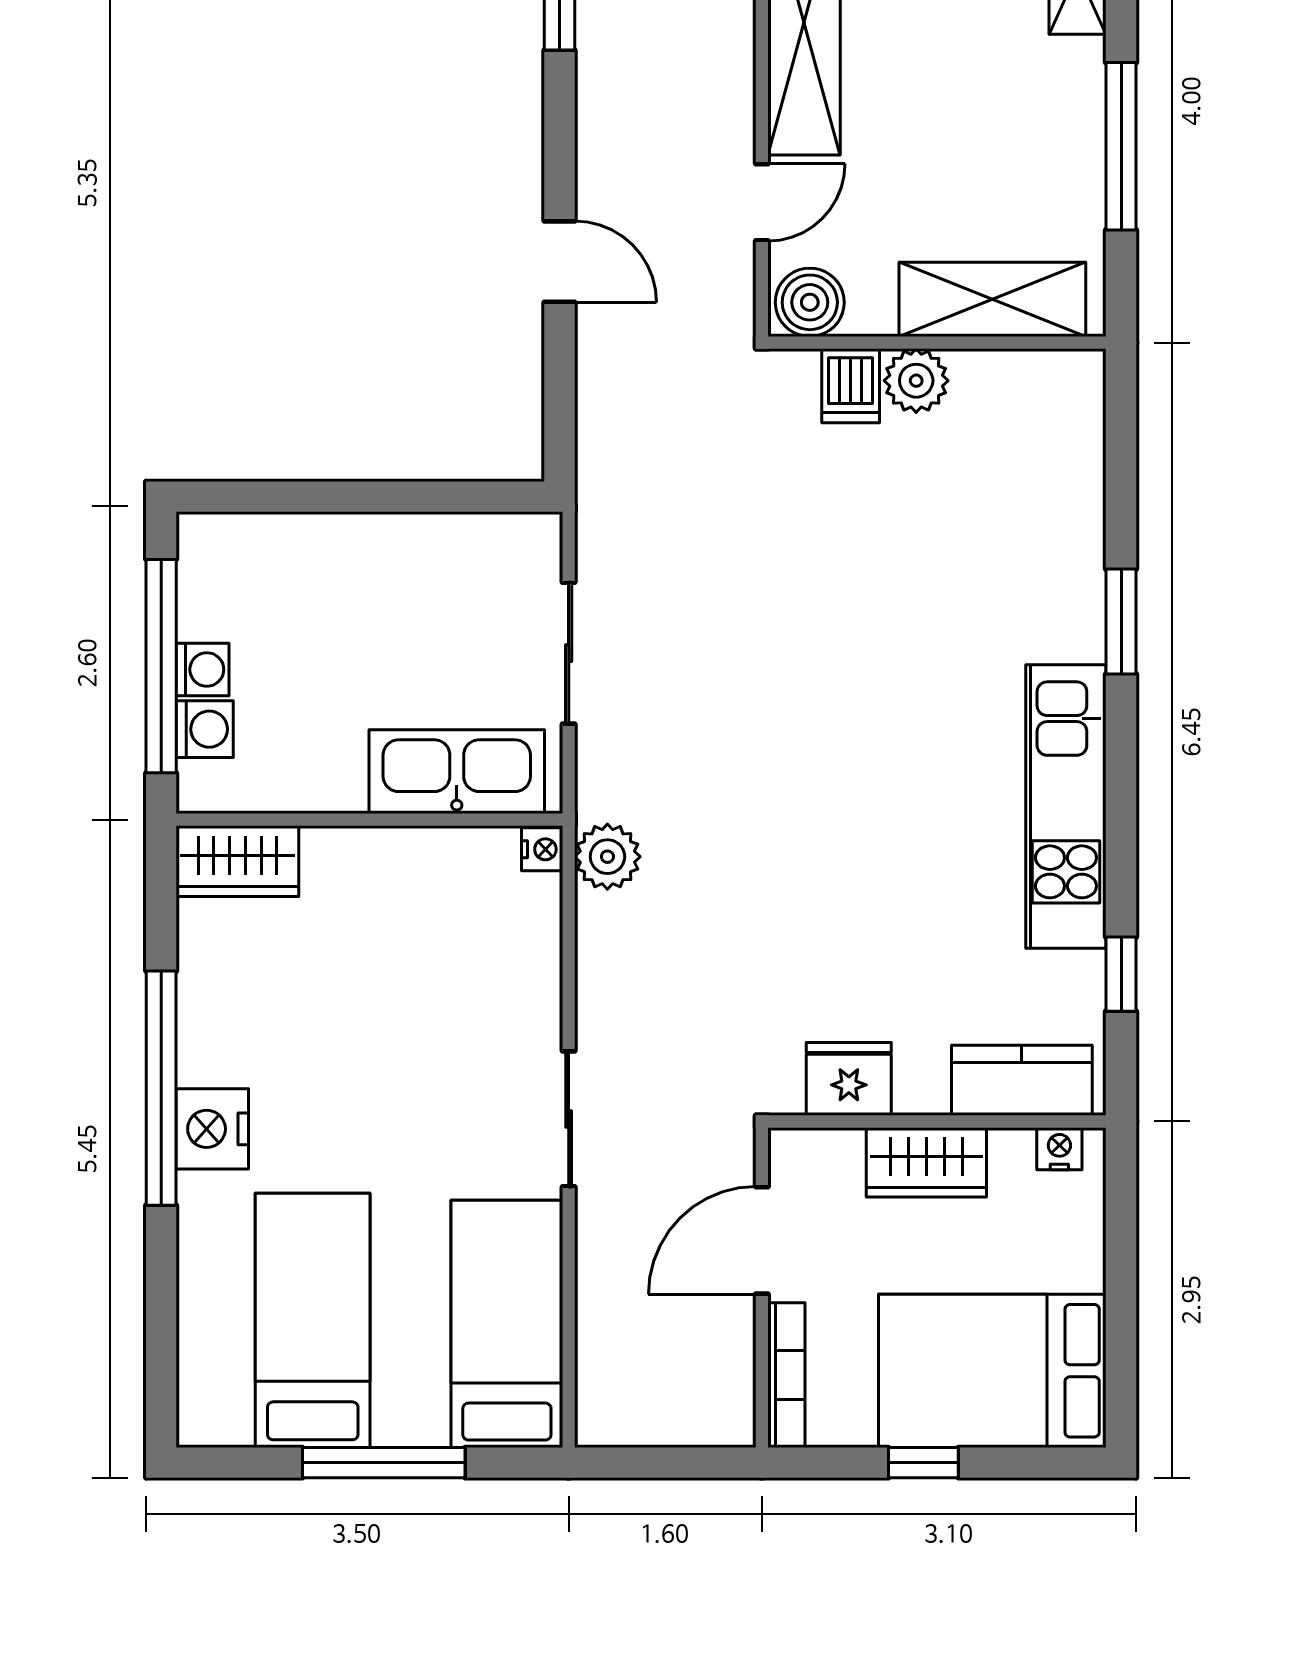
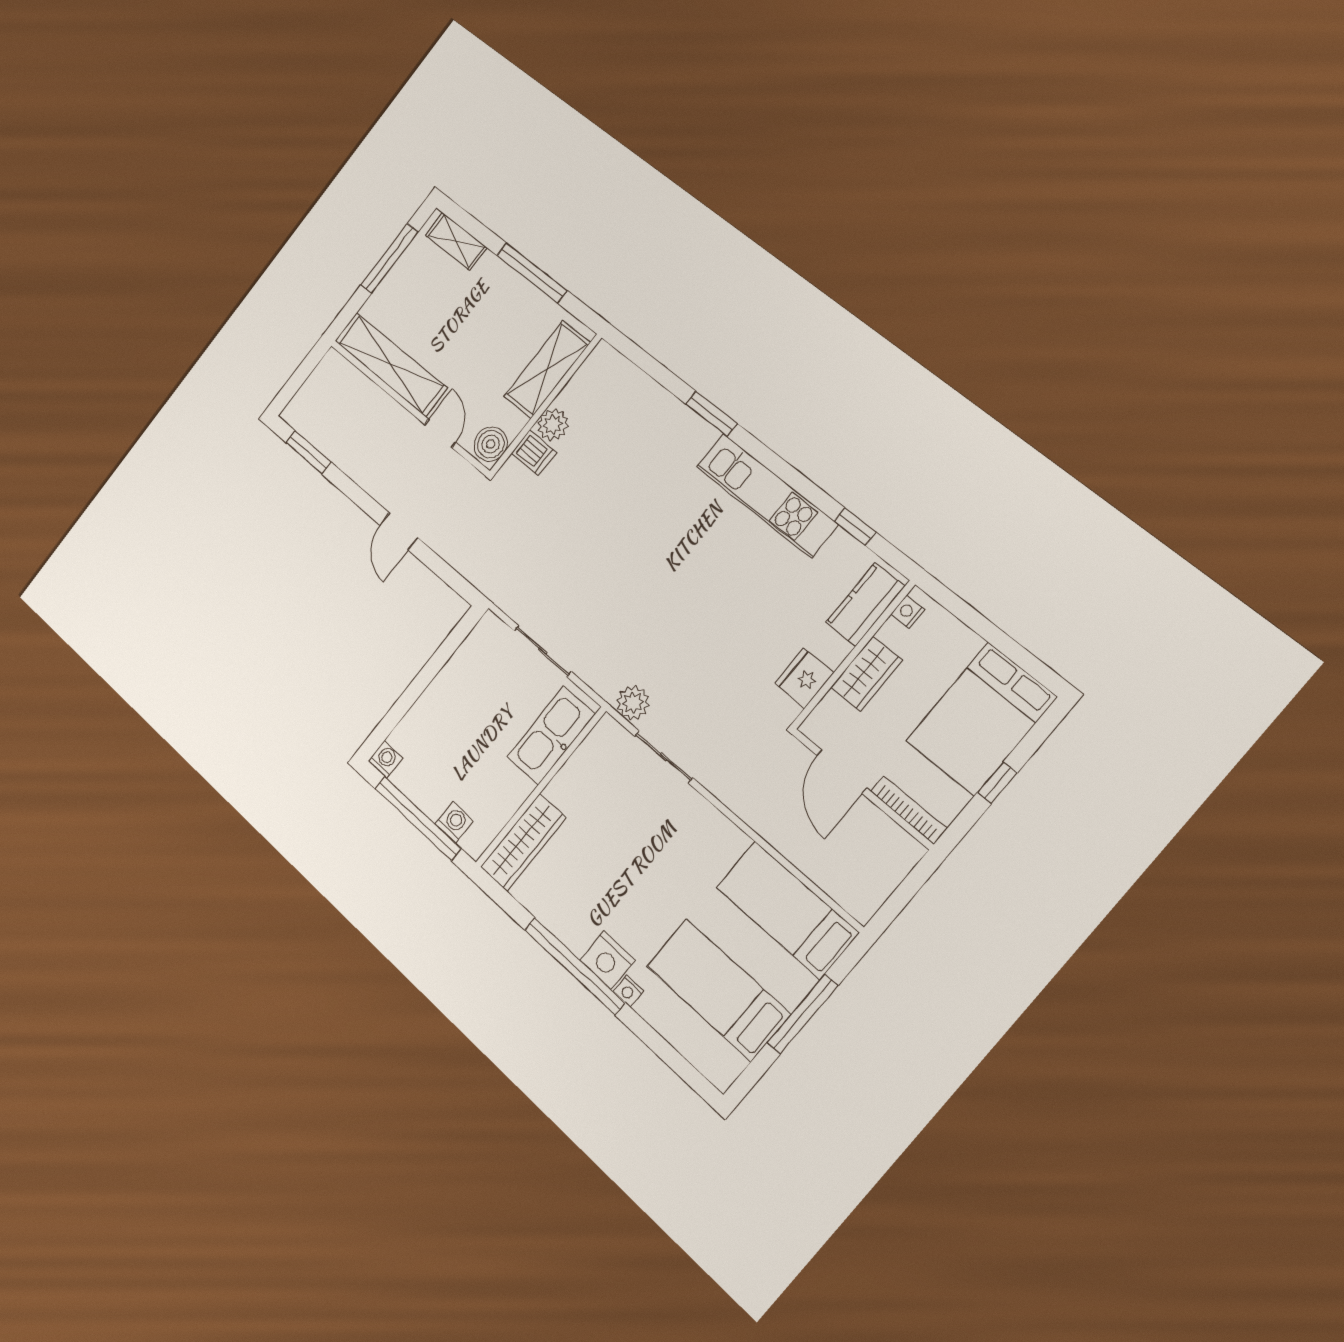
door: (560, 262) -> (399, 531), swing flipped
washing machine: (203, 670) -> (385, 759), moved
nightstand: (542, 849) -> (628, 991), moved, turned 180
wardrobe: (237, 861) -> (523, 842), width x1.50
sliding door: (569, 1119) -> (664, 757), moved

